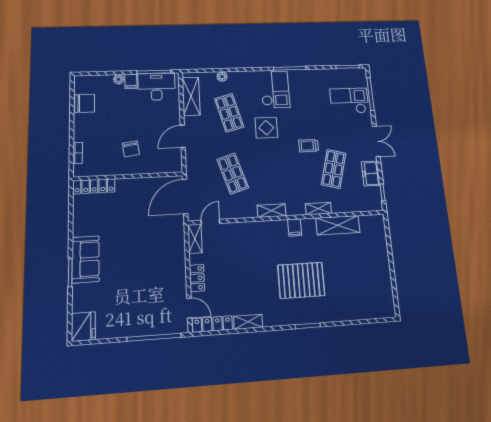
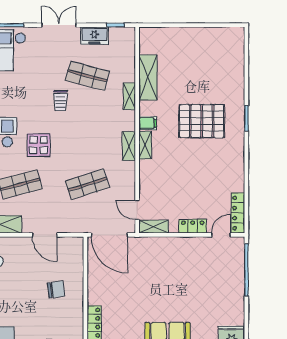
pallet: (301, 280) -> (202, 121), turned 90
shelving: (248, 322) -> (145, 145), moved

